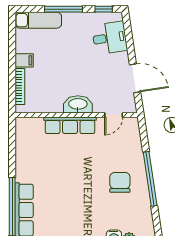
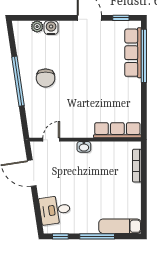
filing cabinet: (24, 60) -> (133, 189), removed
washbasin: (78, 104) -> (84, 147), width x0.52, depth x0.69
row of seats: (70, 125) -> (117, 130), moved

